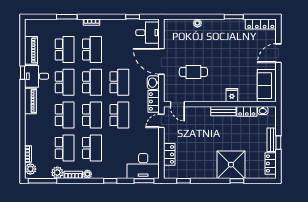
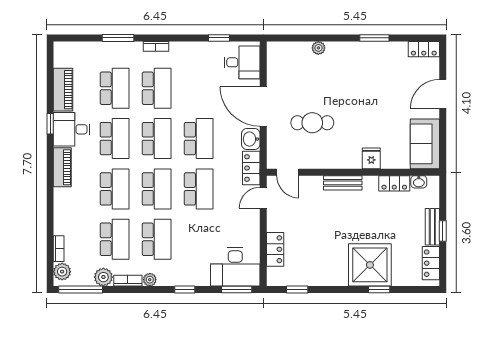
locker: (261, 24) -> (424, 49), width x0.66
bench: (223, 111) -> (343, 183), moved

